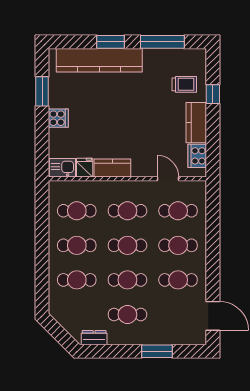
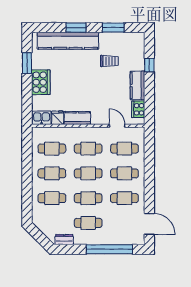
window: (162, 42) -> (113, 28), width x0.69
trolley: (184, 84) -> (109, 61), moved
cooker: (58, 118) -> (41, 82), width x1.87, depth x1.31
window: (157, 351) -> (109, 249), width x2.11

